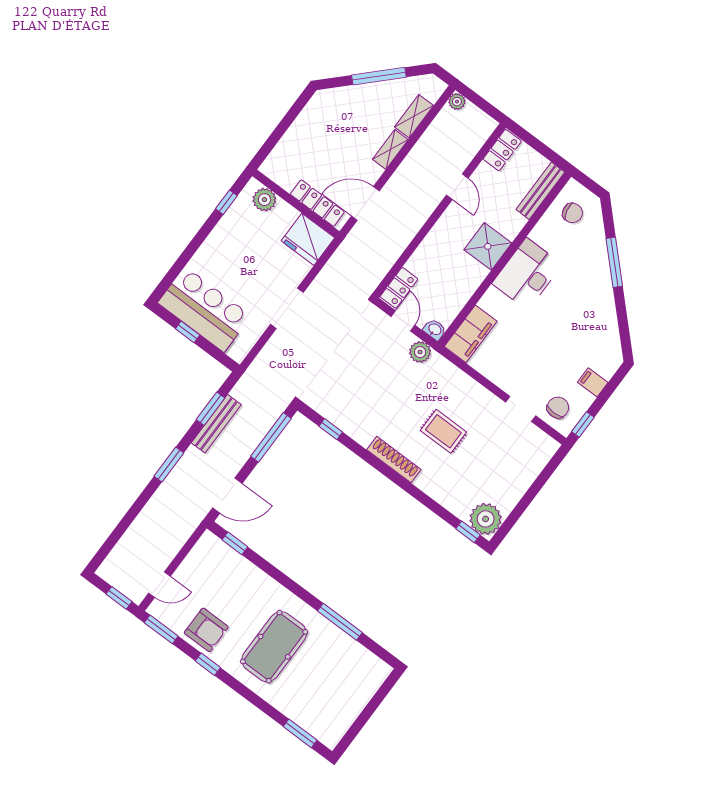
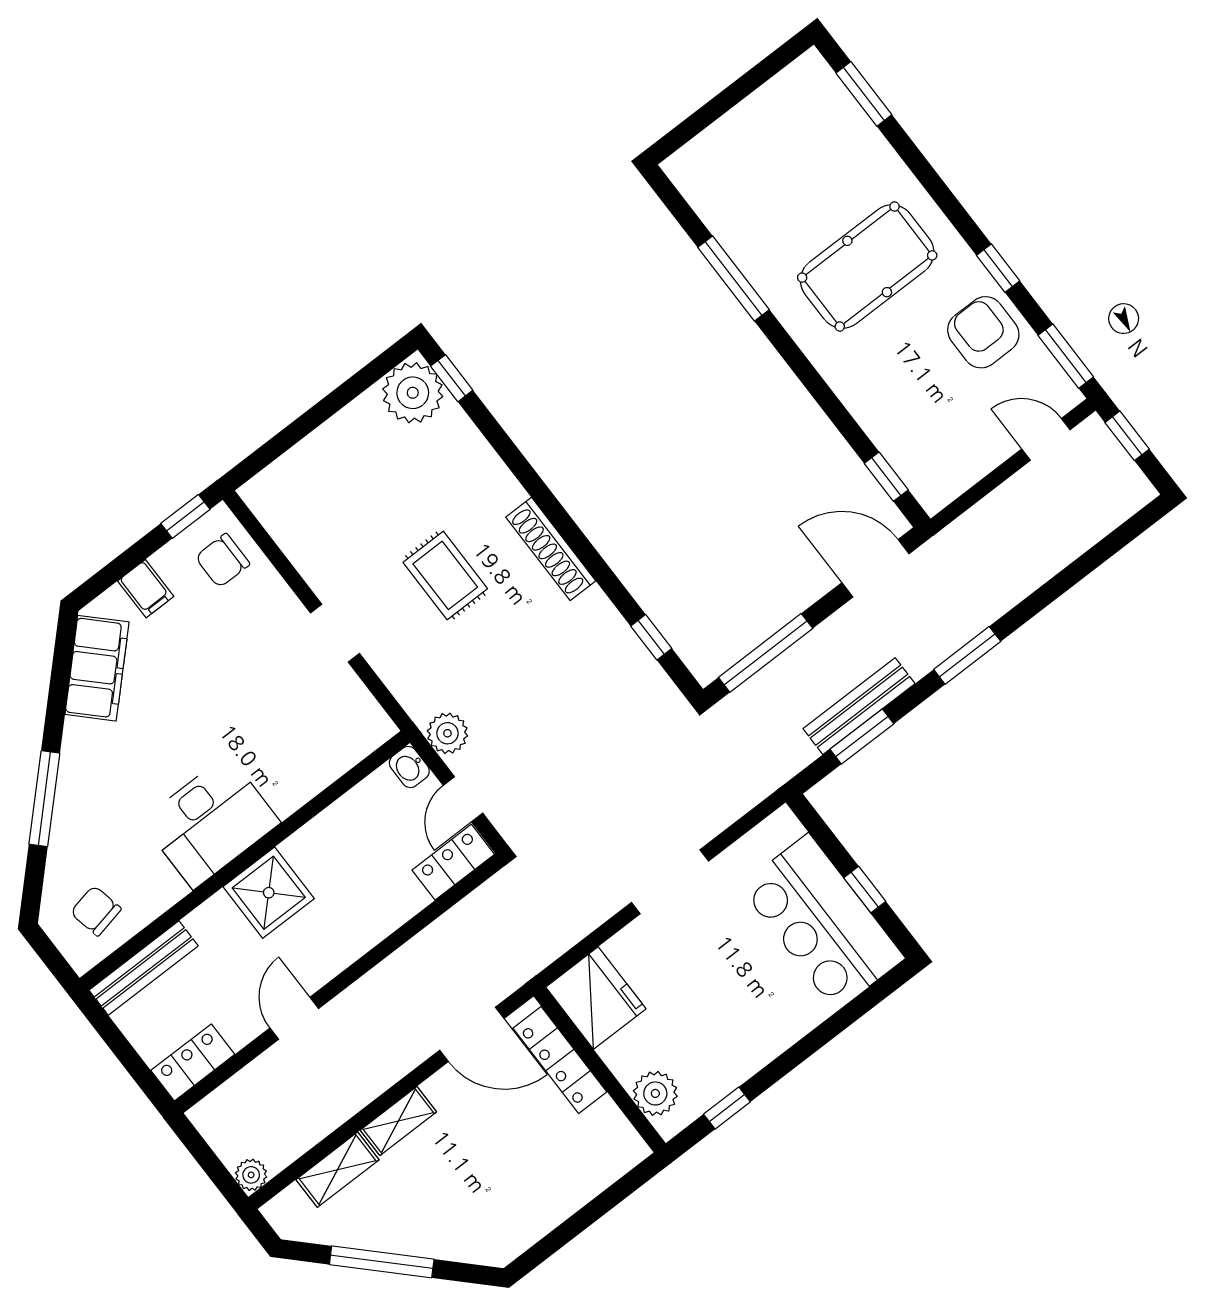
filing cabinet: (471, 334) -> (97, 668), moved, turned 135
doorway: (521, 409) -> (335, 633), moved

